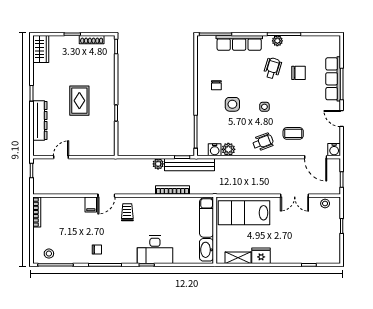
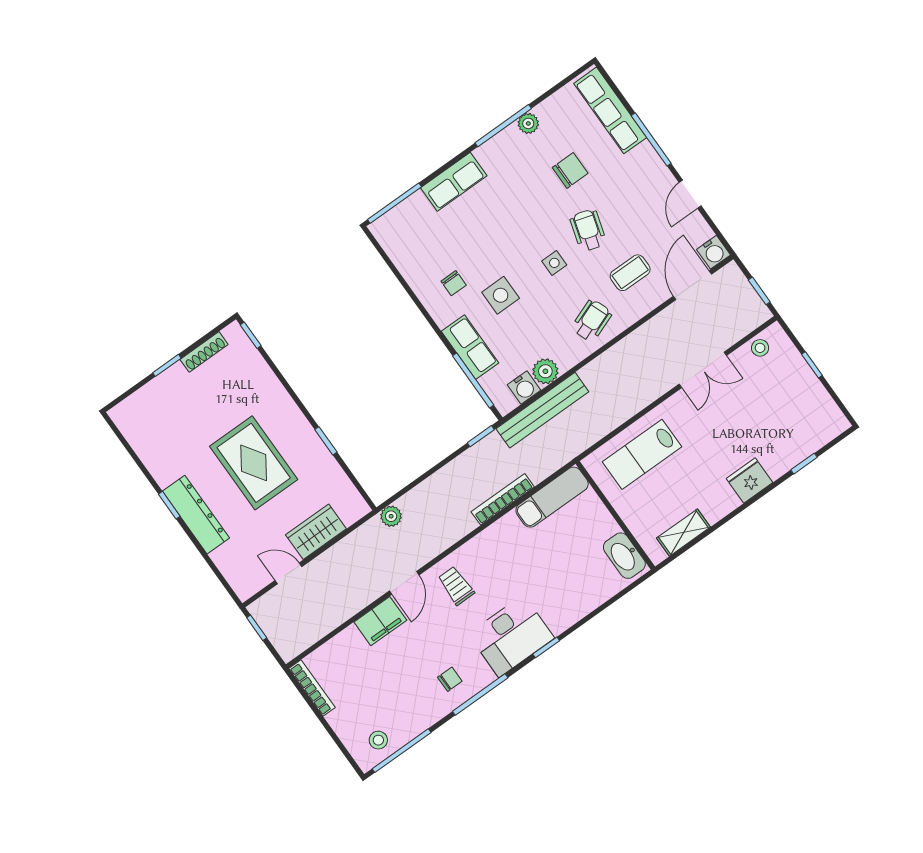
plant: (277, 41) -> (528, 123), moved
row of seats: (239, 43) -> (454, 182), width x0.68
wardrobe: (41, 49) -> (316, 532), moved, turned -90
wheelchair: (273, 68) -> (588, 230), moved
row of seats: (333, 79) -> (610, 110), moved
rug: (79, 101) -> (254, 463), width x1.36, depth x1.43
row of seats: (204, 117) -> (470, 347), added
door: (342, 119) -> (690, 194), hinge flipped
dresser: (40, 120) -> (196, 515), moved
door: (61, 157) -> (288, 573), hinge flipped
door: (316, 157) -> (693, 285), swing flipped
plant: (158, 164) -> (391, 516), moved
bench: (189, 165) -> (542, 410), moved
filing cabinet: (91, 204) -> (380, 621), width x2.00
lab bench: (244, 213) -> (642, 454), width x0.73, depth x0.72
exam couch: (207, 218) -> (552, 497), moved, turned -90
desk: (155, 250) -> (511, 636), moved
fridge: (261, 256) -> (749, 481), moved

